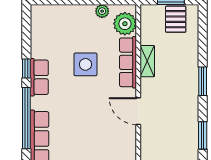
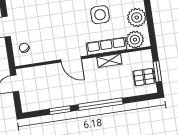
plant: (102, 11) -> (137, 17), width x1.87, depth x1.87
window: (203, 81) -> (101, 104), width x2.11
door: (138, 111) -> (71, 59), swing flipped

